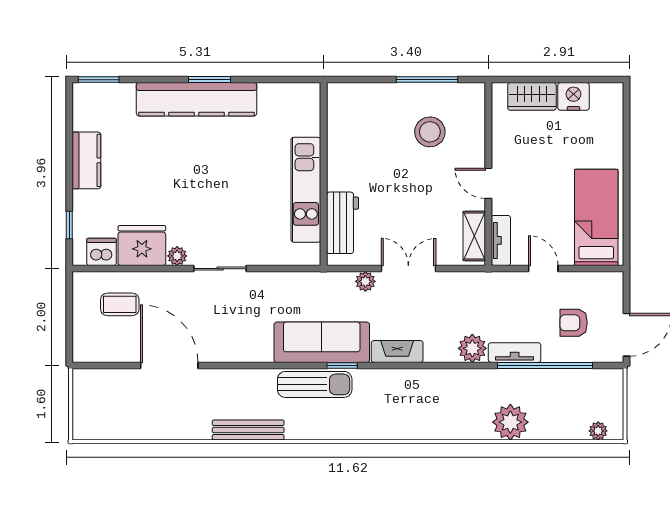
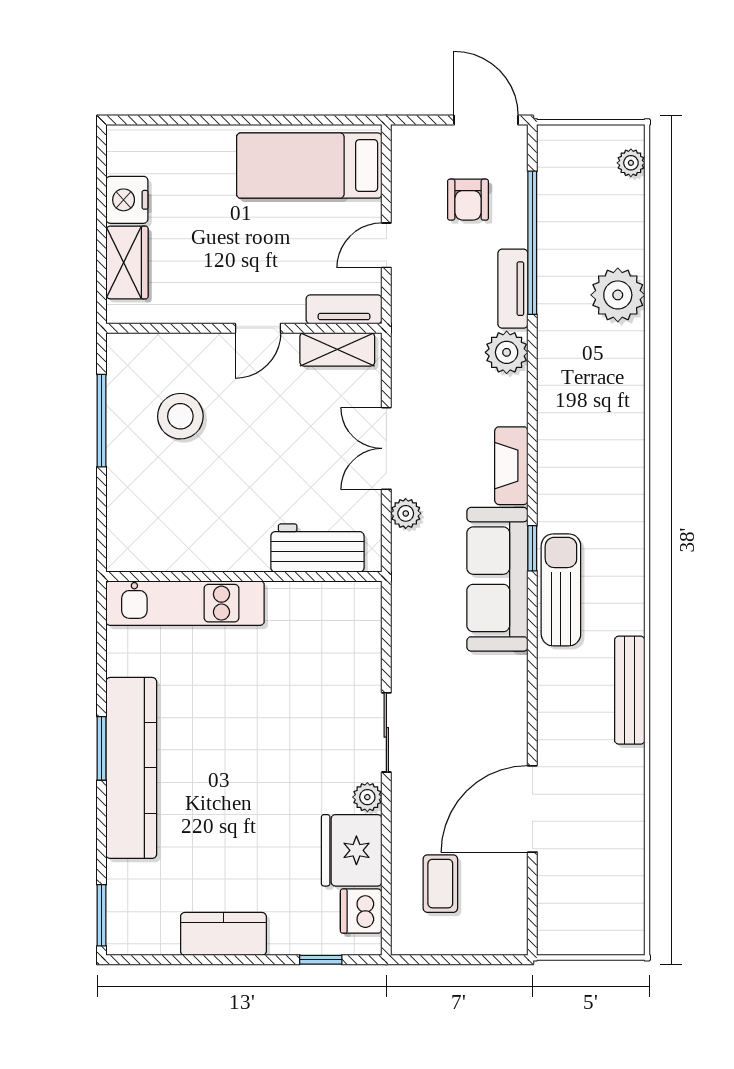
kitchen unit: (306, 190) -> (185, 603), moved

